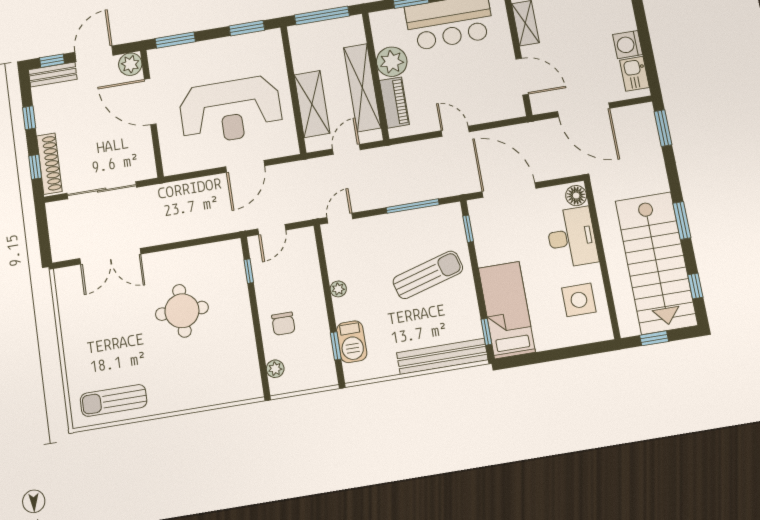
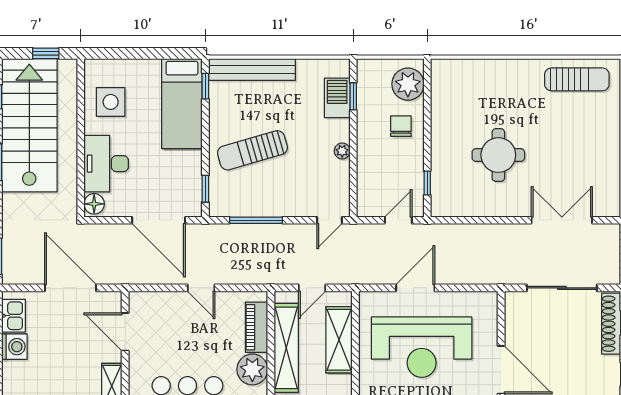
reception desk: (231, 110) -> (422, 347), turned 180
plant: (275, 369) -> (408, 84), width x1.88, depth x1.88

